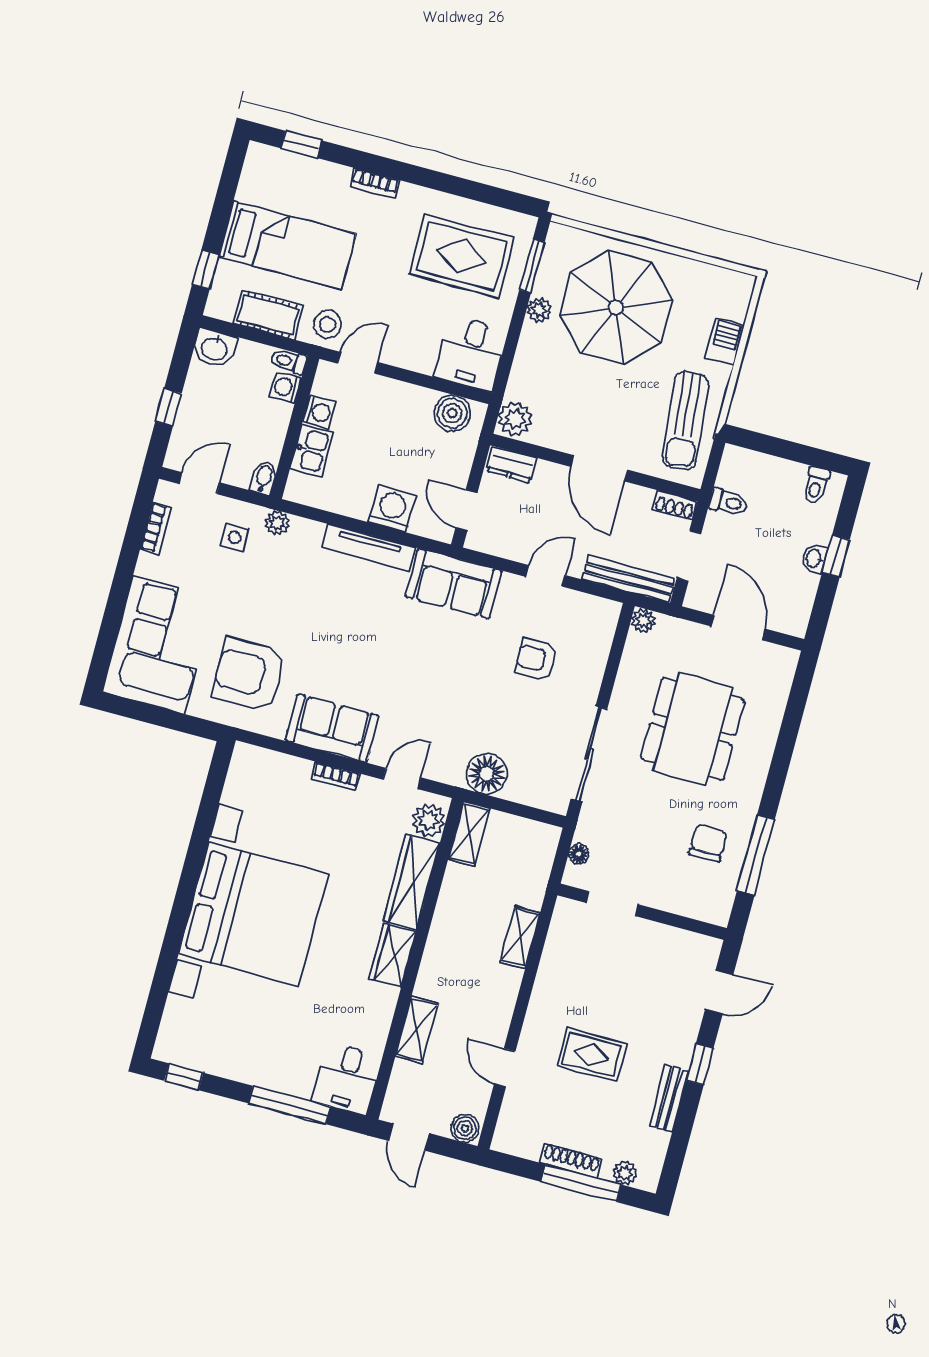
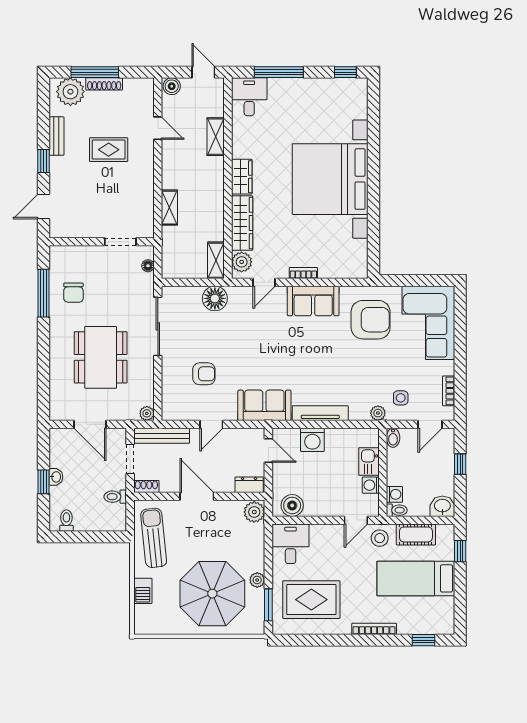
bookcase: (375, 183) -> (374, 629), width x1.56
plant: (625, 1173) -> (70, 92), width x1.87, depth x1.87

